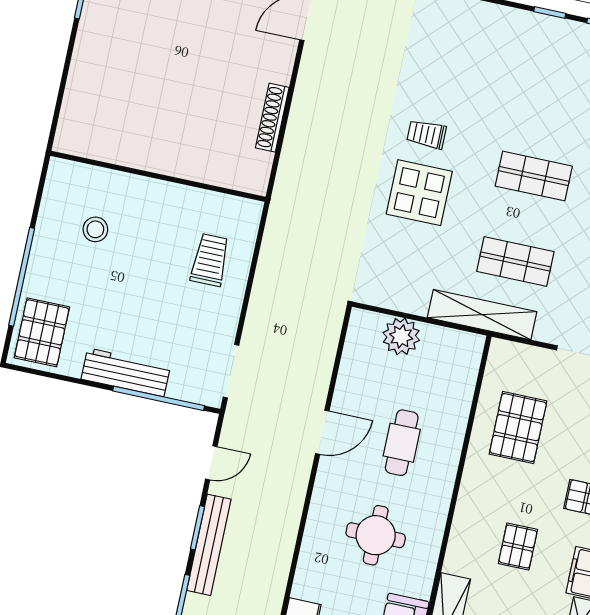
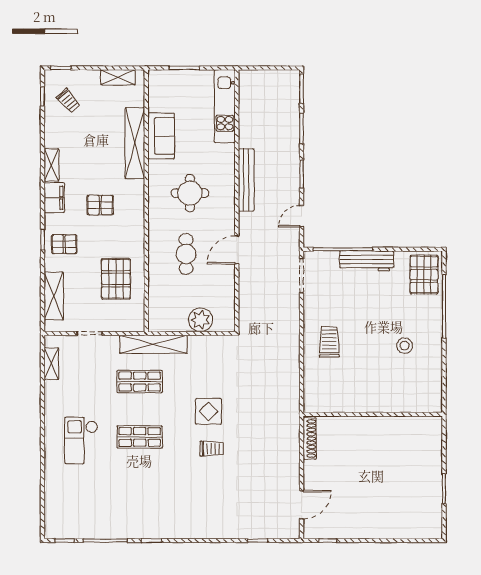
wall: (158, 176) -> (373, 414), moved
display table: (419, 193) -> (208, 411), width x0.73, depth x0.73
trolley: (210, 260) -> (329, 342), turned 180
bench: (209, 545) -> (246, 180), moved
pallet: (518, 547) -> (100, 205), turned 90

